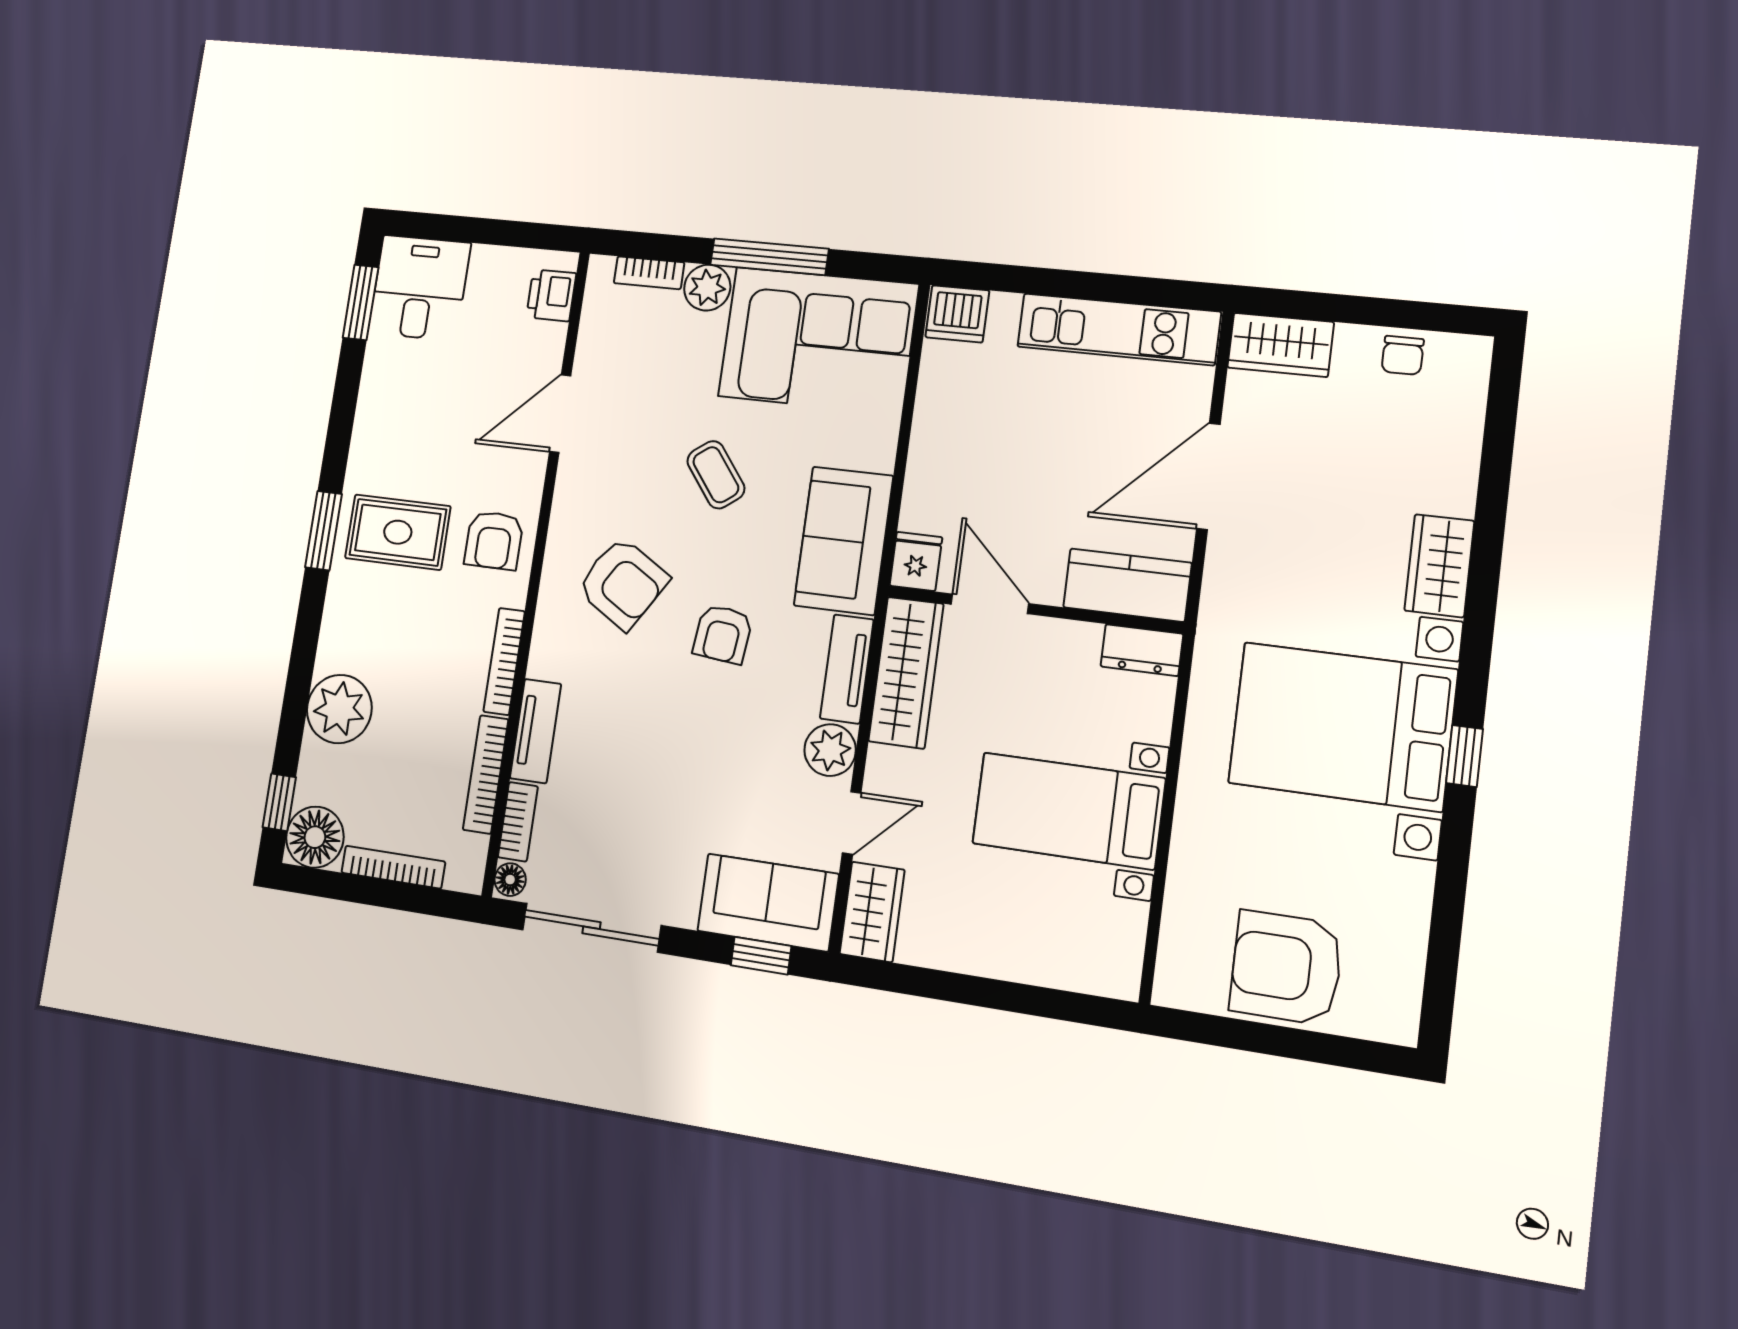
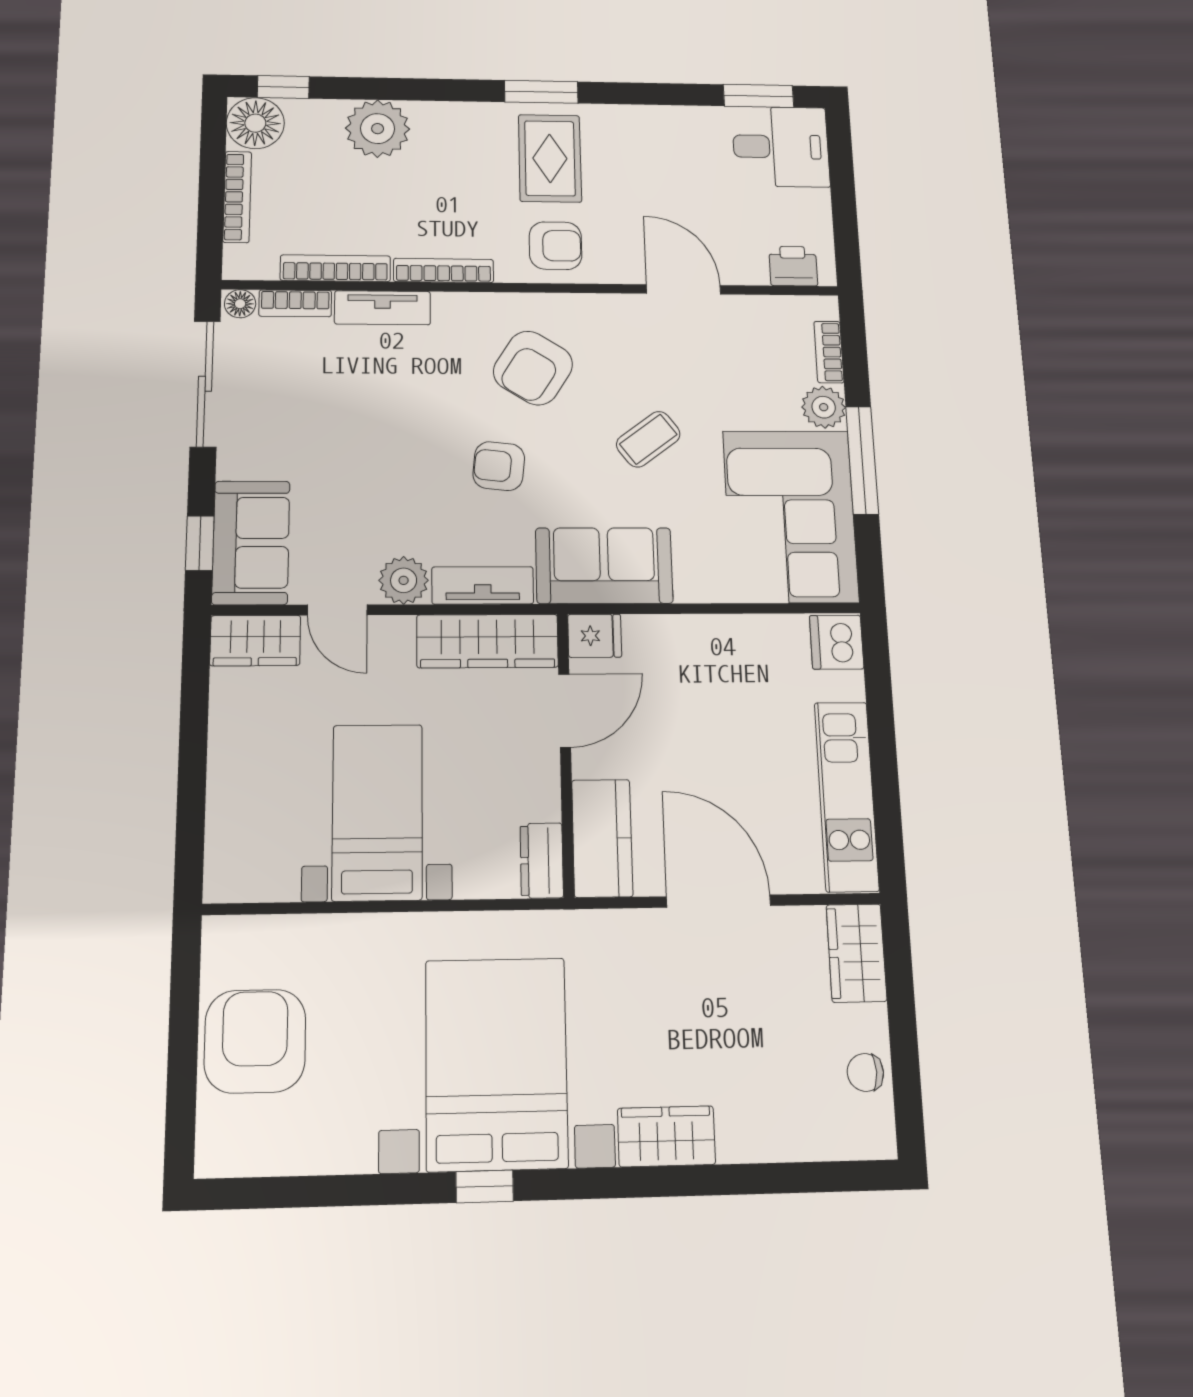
armchair: (494, 540) -> (555, 246), turned 180

